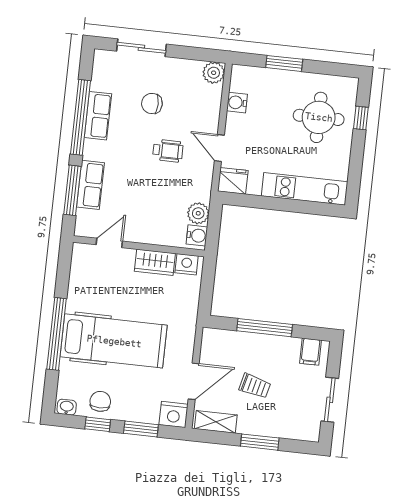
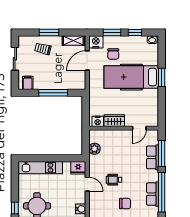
water cooler: (197, 235) -> (94, 137), removed
window: (57, 334) -> (162, 77), width x0.47
trolley: (255, 386) -> (43, 49), moved
chair: (100, 401) -> (113, 54), moved

